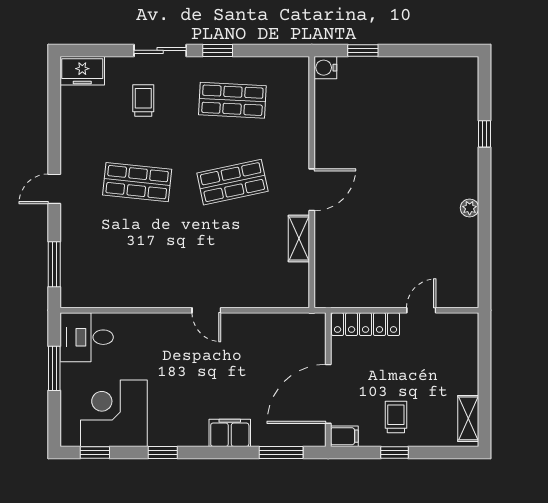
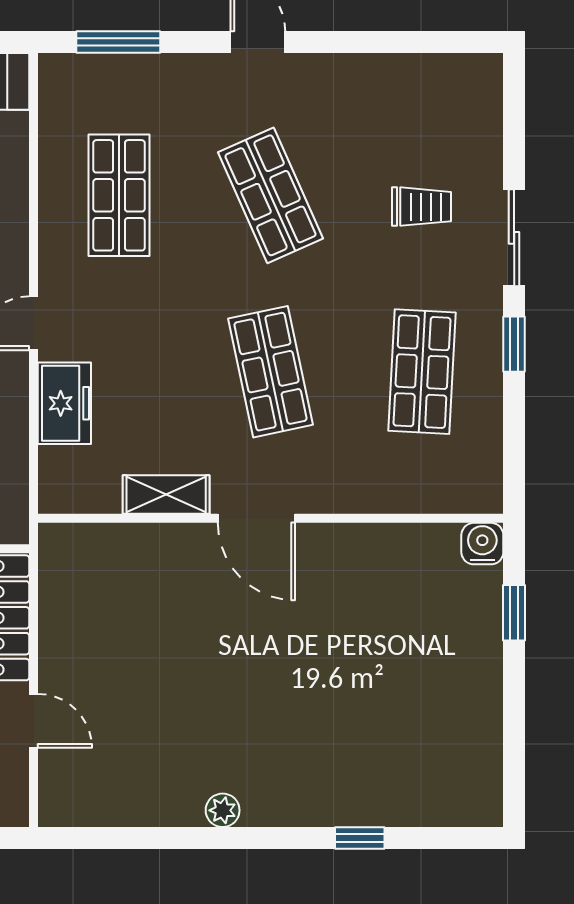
freezer: (82, 71) -> (64, 403), moved, turned 180
shop shelf: (137, 182) -> (271, 195), turned -30
shop shelf: (137, 264) -> (119, 195), added

